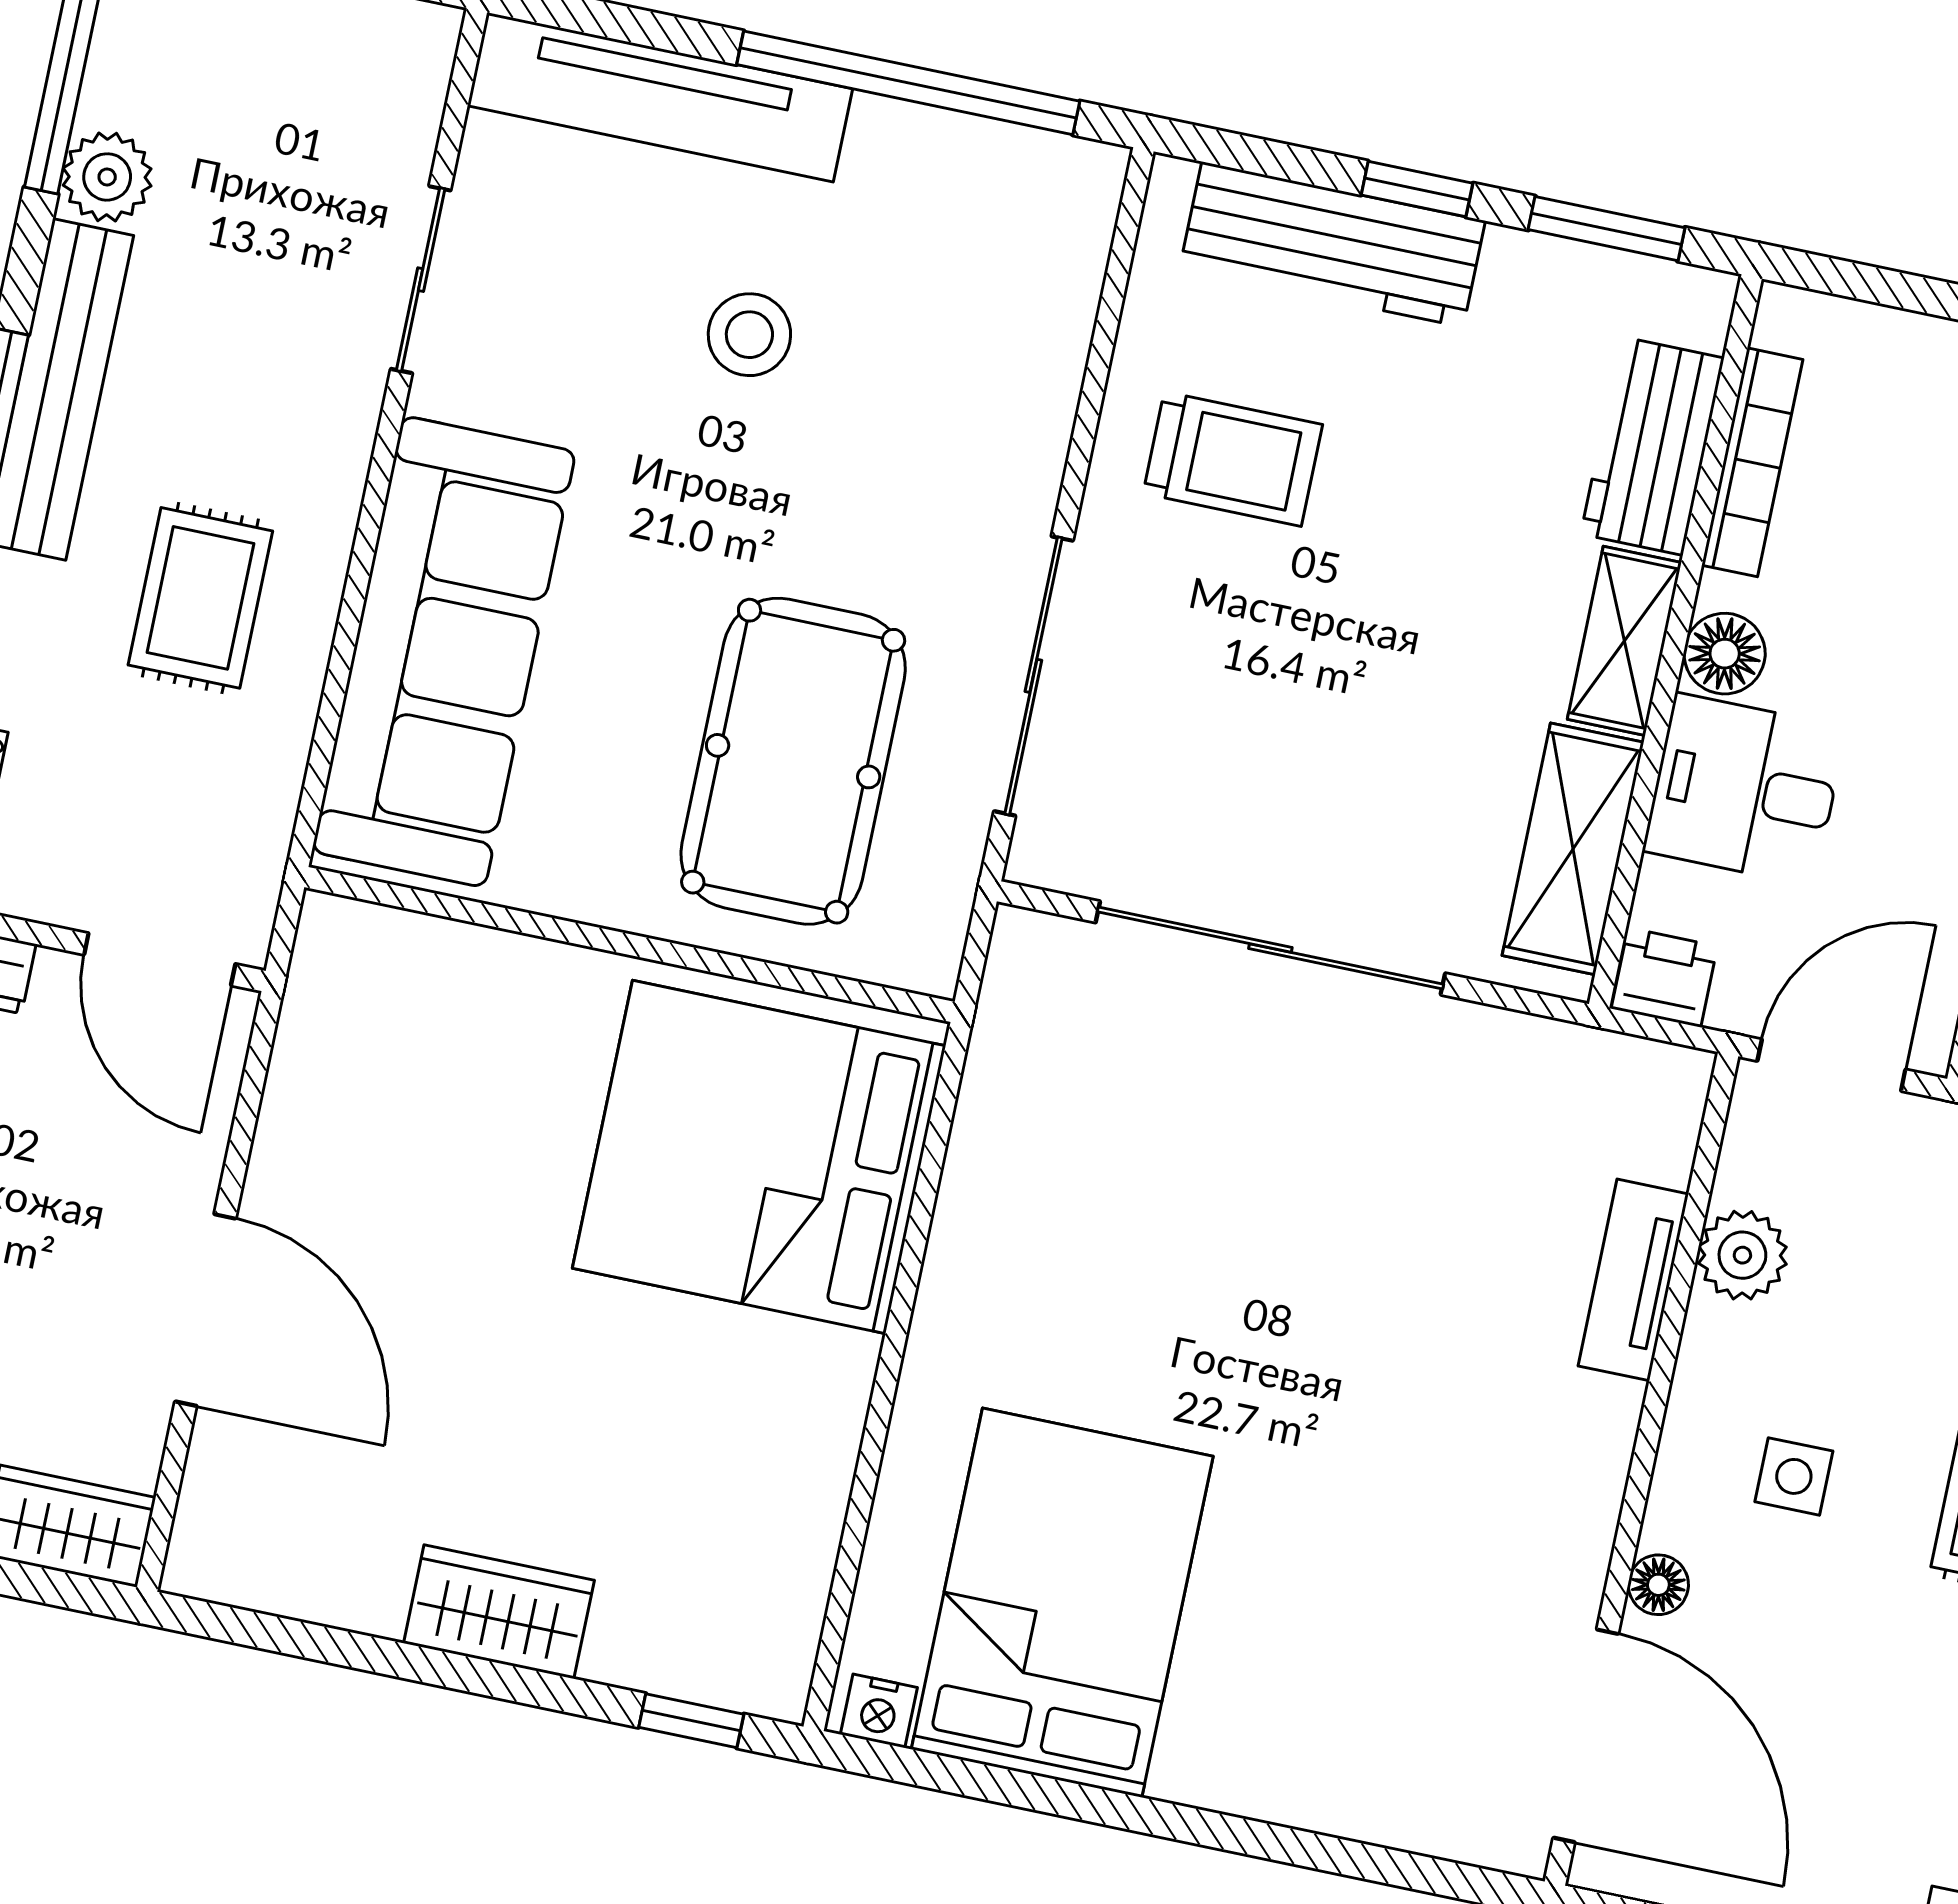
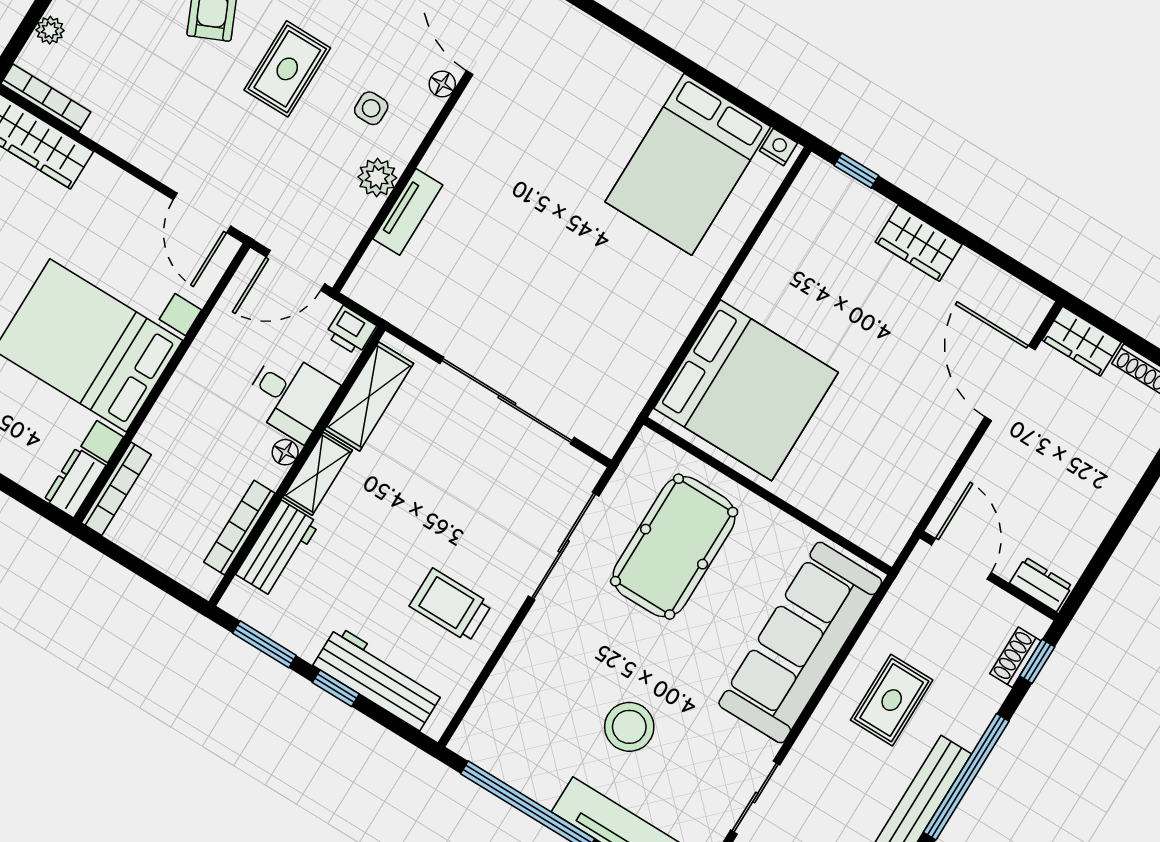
stool: (749, 335) -> (629, 727), width x1.38, depth x1.38
floor lamp: (1725, 654) -> (285, 452), width x0.73, depth x0.73
plant: (1742, 1255) -> (377, 177), moved
door: (205, 1310) -> (1010, 383), moved

